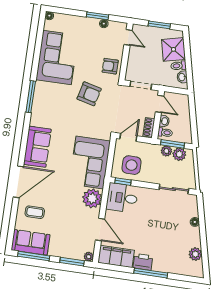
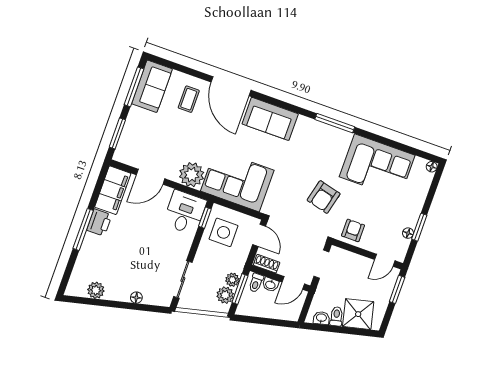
window: (159, 25) -> (397, 289), moved
plant: (89, 257) -> (119, 156), removed

